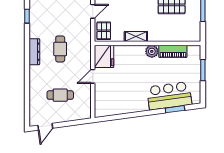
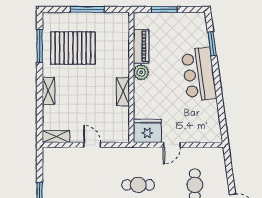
pallet: (104, 31) -> (116, 131), removed
door: (93, 76) -> (172, 145), hinge flipped
bar counter: (169, 96) -> (199, 74), moved

